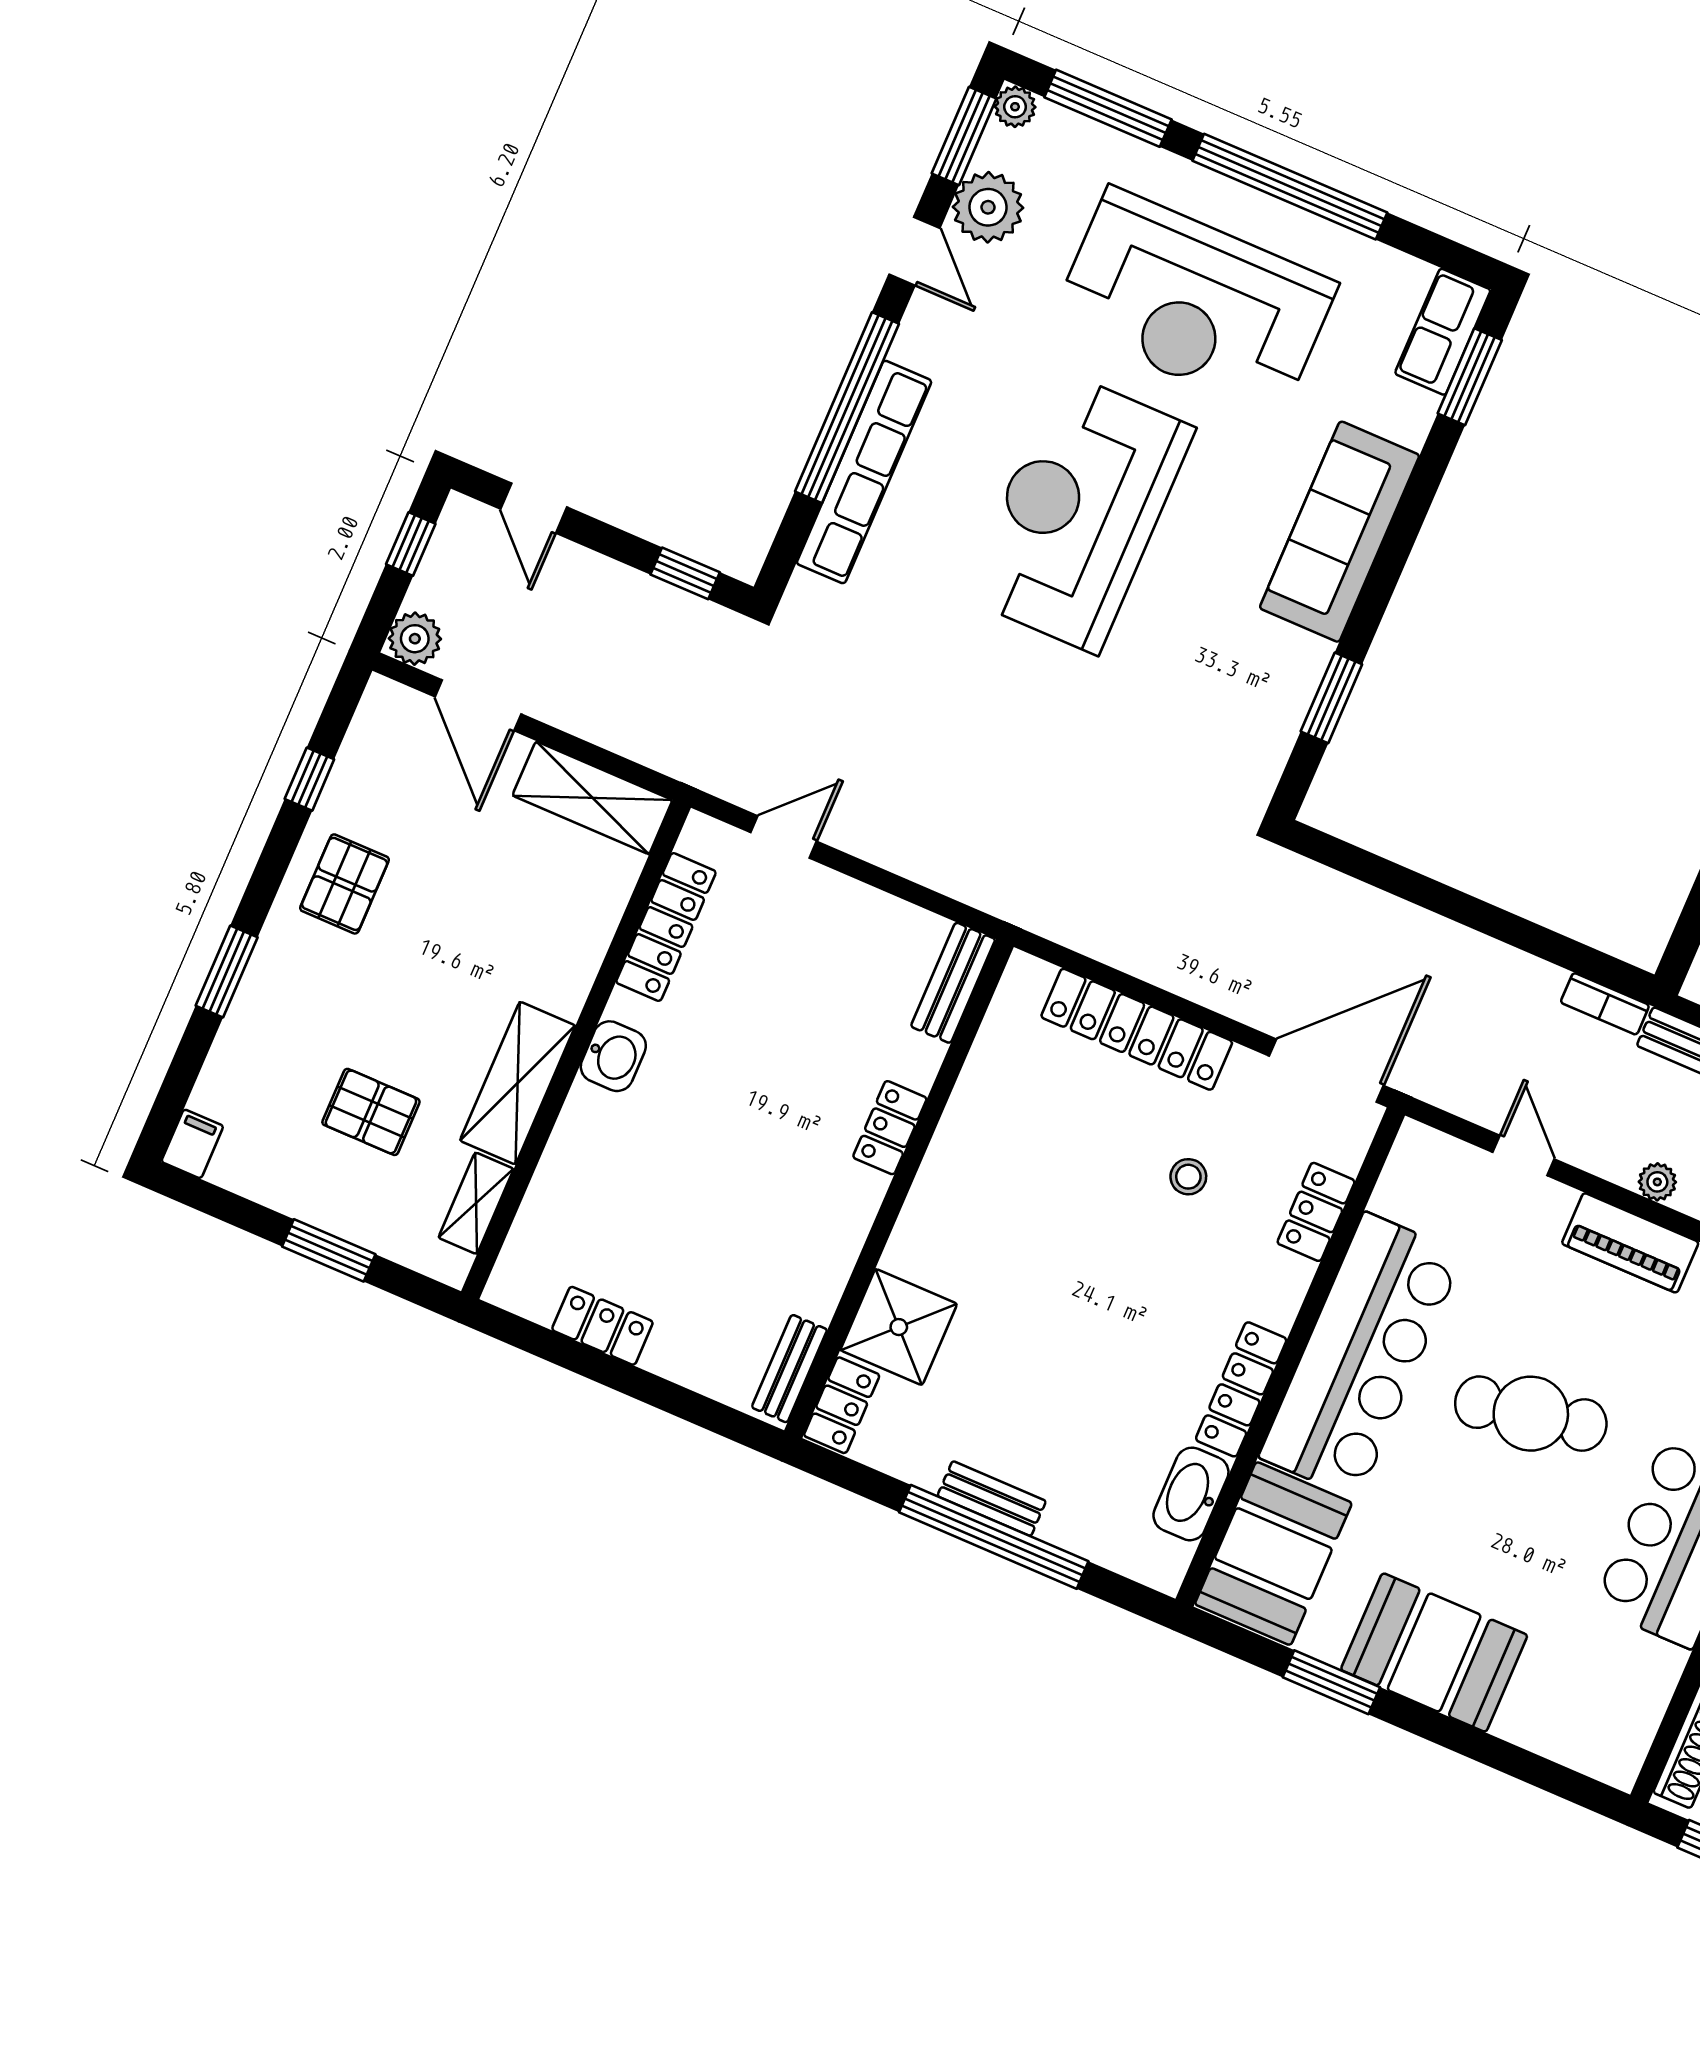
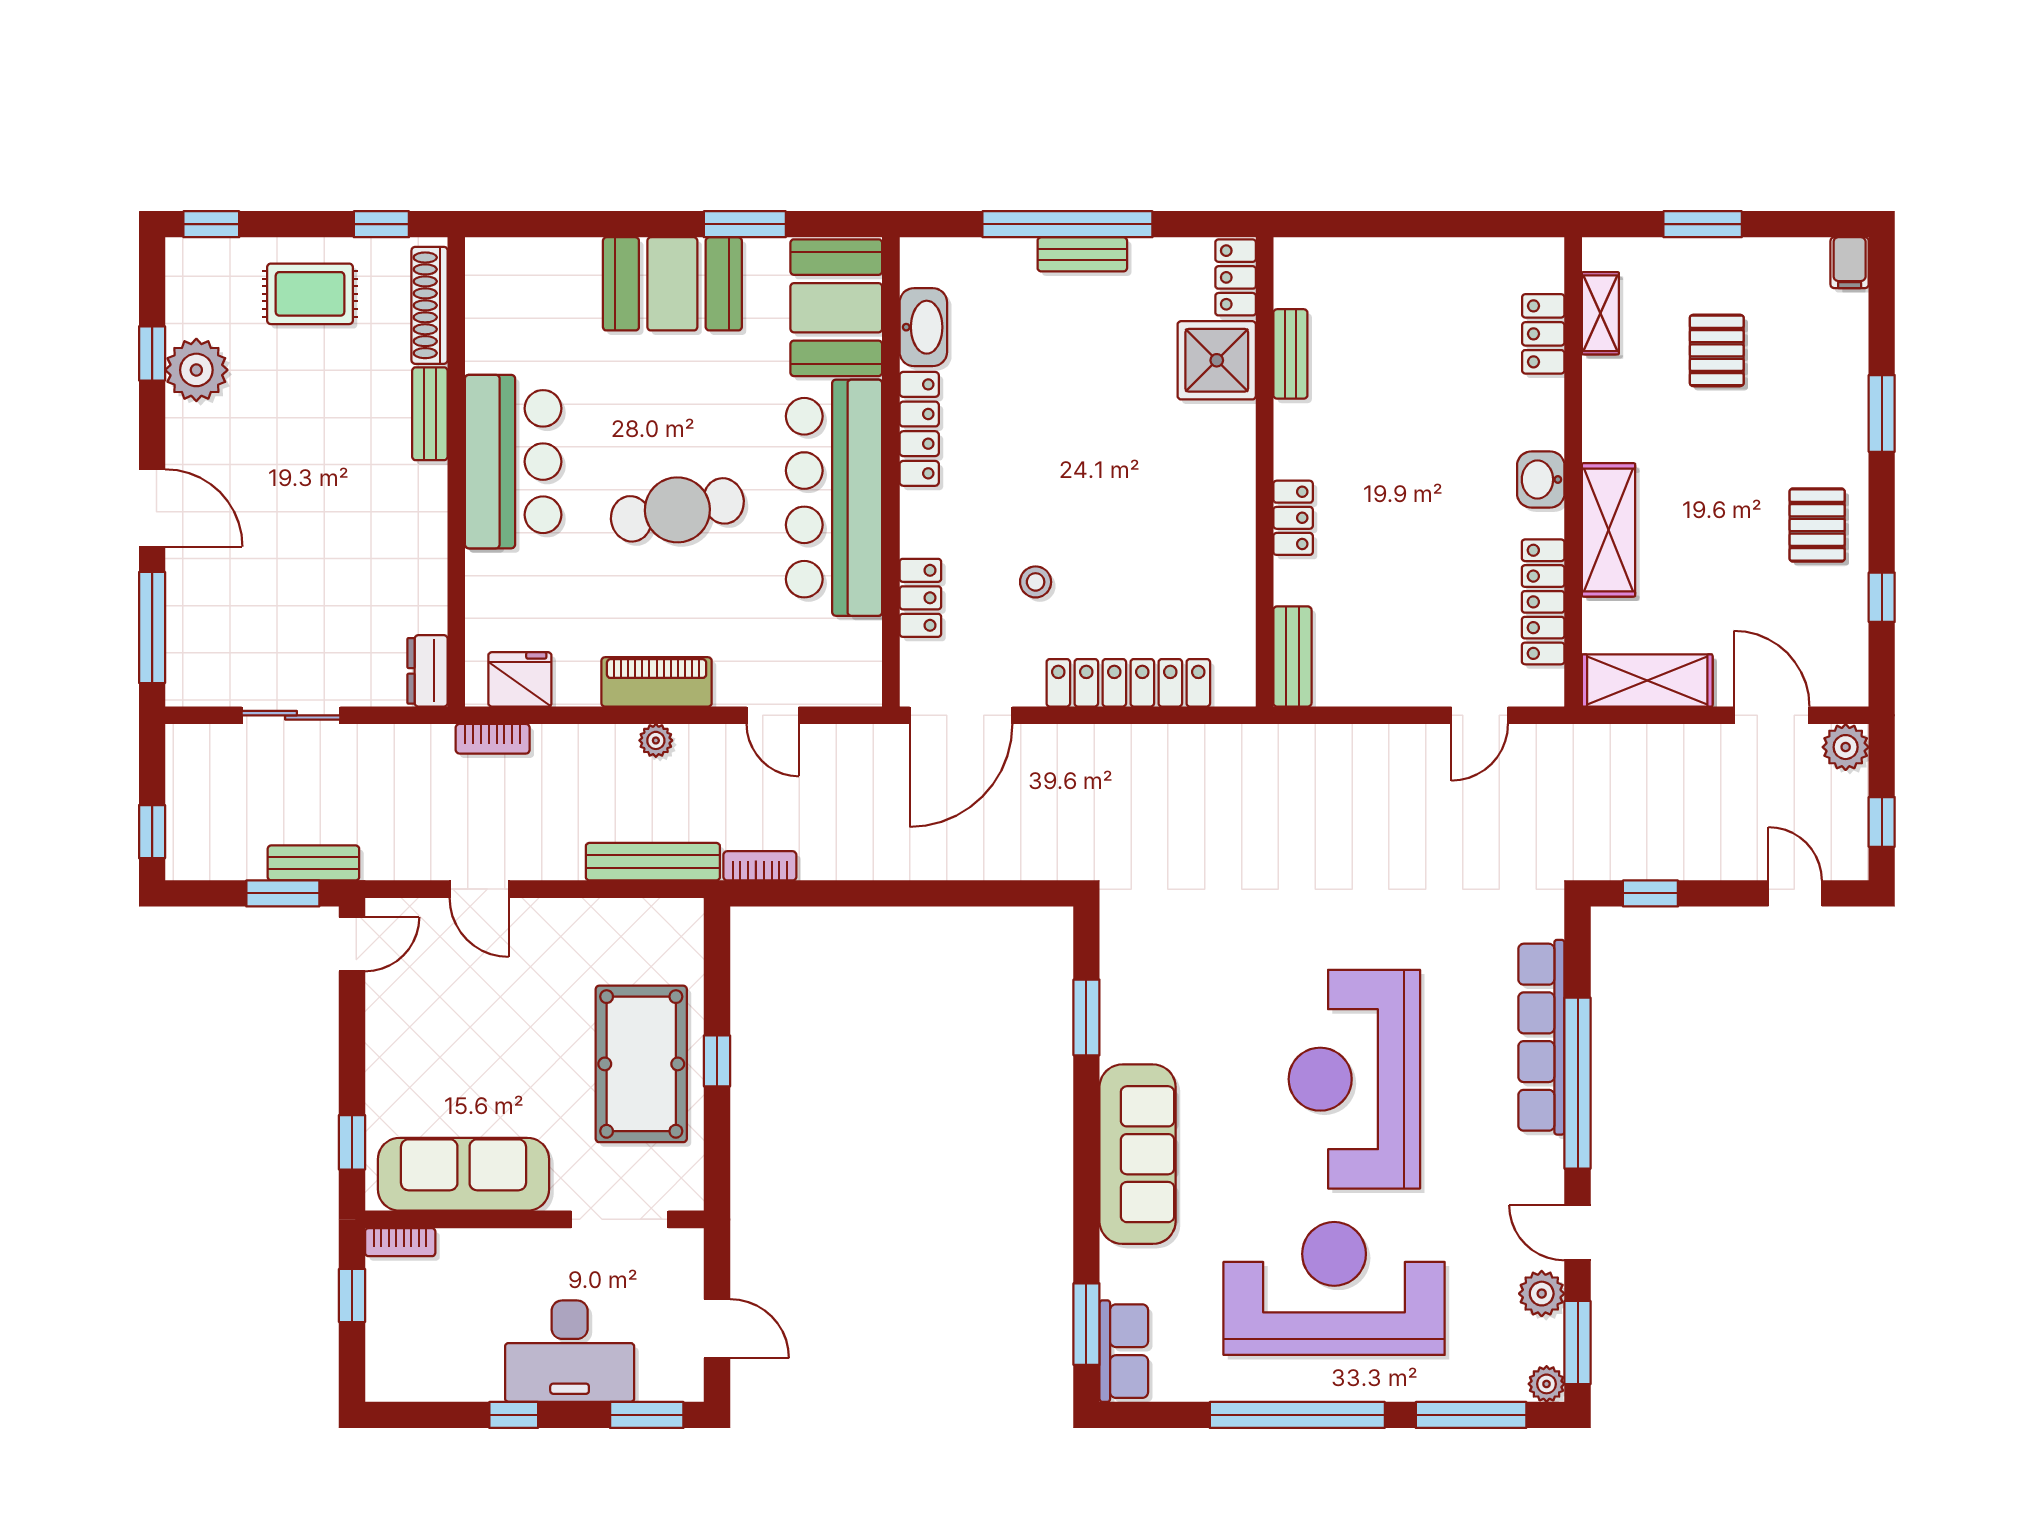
plant: (988, 207) -> (1542, 1294), width x0.73, depth x0.73
reception desk: (1079, 512) -> (1354, 1079), turned 180
shelving: (518, 1083) -> (1609, 530), moved
pallet: (371, 1112) -> (1717, 350), turned 90
locker: (602, 1326) -> (1543, 334), moved, turned 90
bench: (789, 1369) -> (1290, 354), moved

